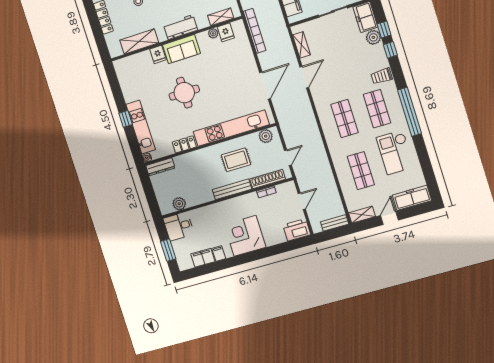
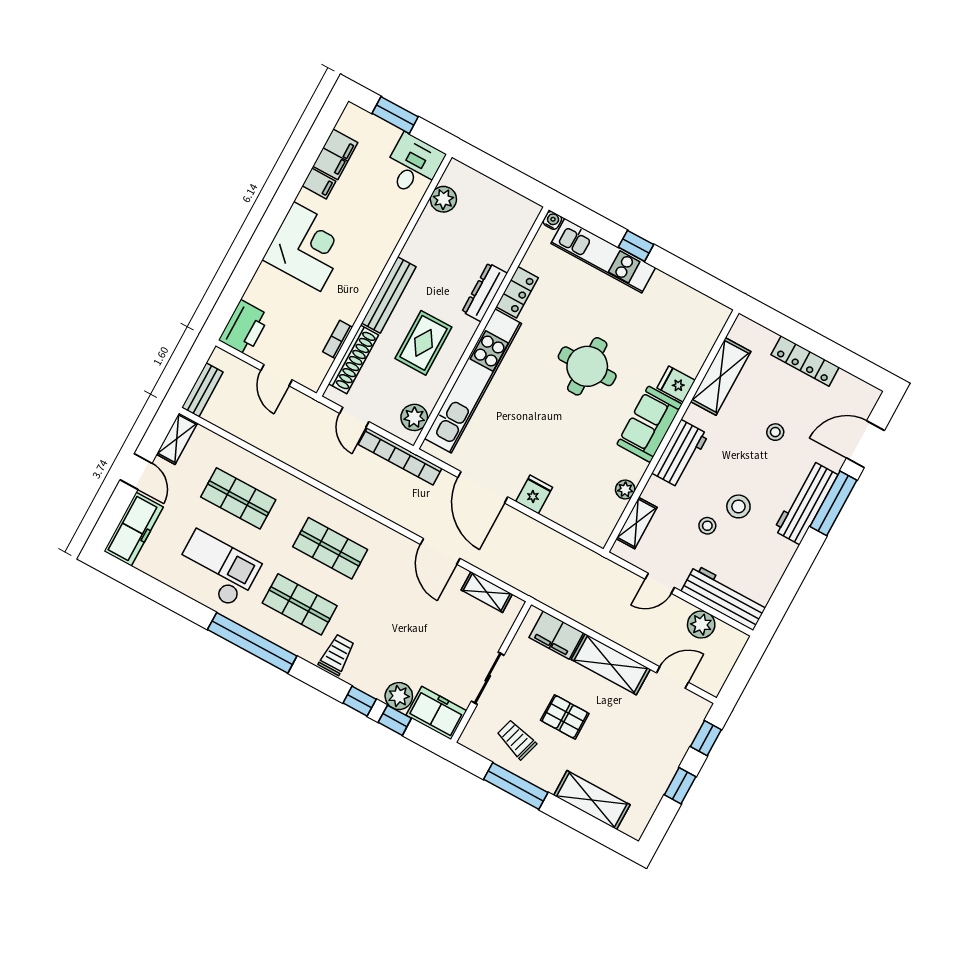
bookcase: (255, 31) -> (400, 457), moved
fridge: (226, 32) -> (534, 494), moved, turned 90
dresser: (160, 167) -> (485, 292), moved

